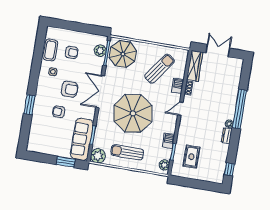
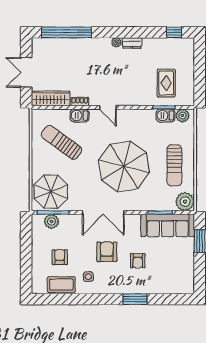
window: (240, 109) -> (67, 32), moved
barbecue: (168, 141) -> (165, 116), moved
rug: (191, 157) -> (166, 83), turned 90

